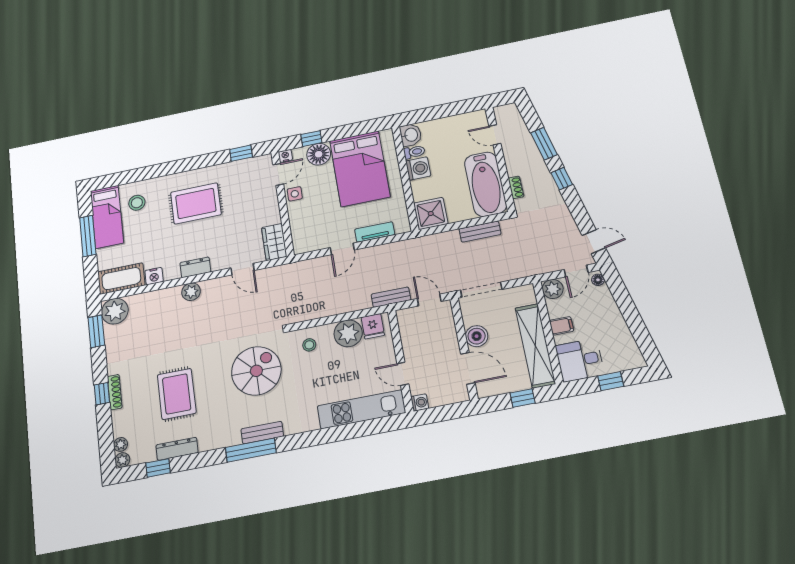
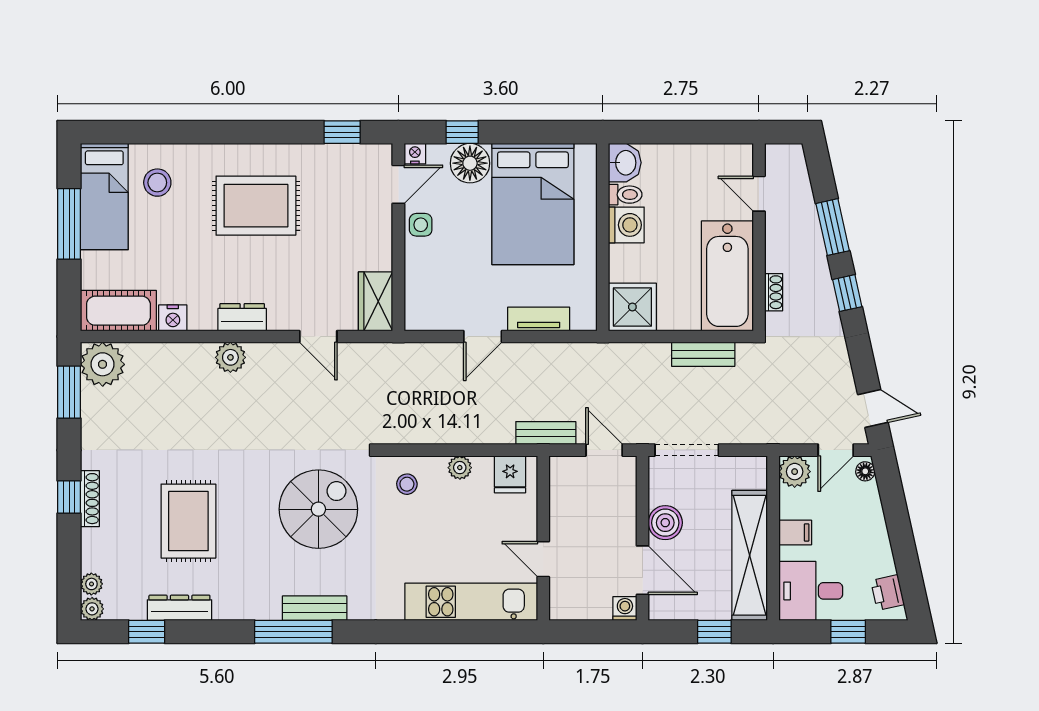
plant: (348, 333) -> (460, 468), width x0.53, depth x0.53
printer: (631, 351) -> (888, 593), added
washing machine: (420, 402) -> (625, 608), moved, turned -90

